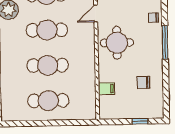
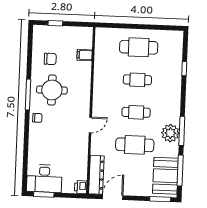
cafe table: (47, 30) -> (136, 112), width x0.73, depth x0.74
round table: (117, 43) -> (52, 90), moved
cafe table: (48, 65) -> (137, 80), width x0.73, depth x0.74

